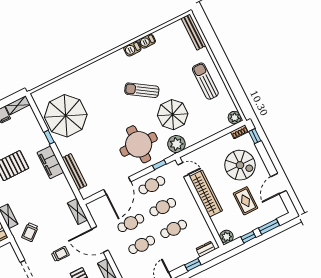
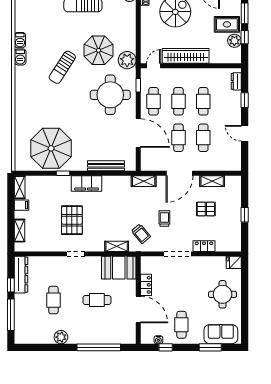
rug: (245, 201) -> (227, 24), moved
plant: (226, 237) -> (234, 41), moved
trolley: (60, 254) -> (164, 219), moved

